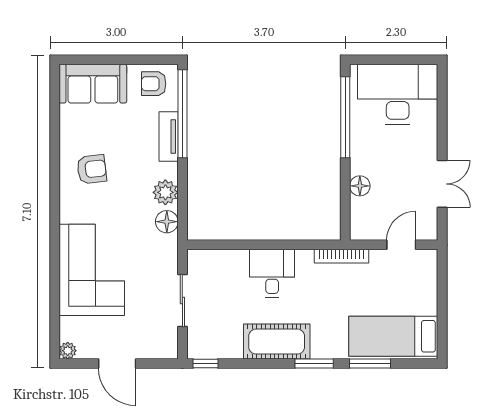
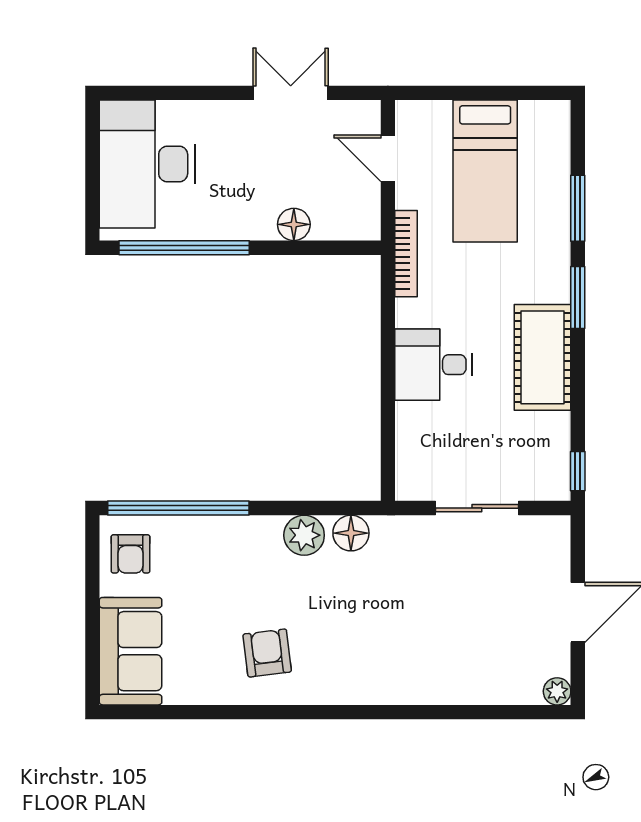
tv unit: (169, 136) -> (215, 530), removed
corner sofa: (92, 270) -> (428, 653), removed
bed: (393, 336) -> (485, 171), moved

